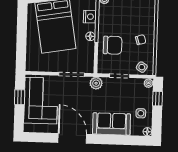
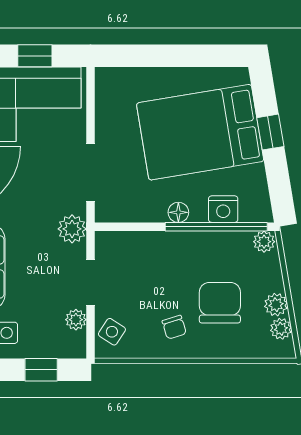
chair: (113, 45) -> (220, 303), moved, turned 180
plant: (149, 83) -> (76, 320), moved

